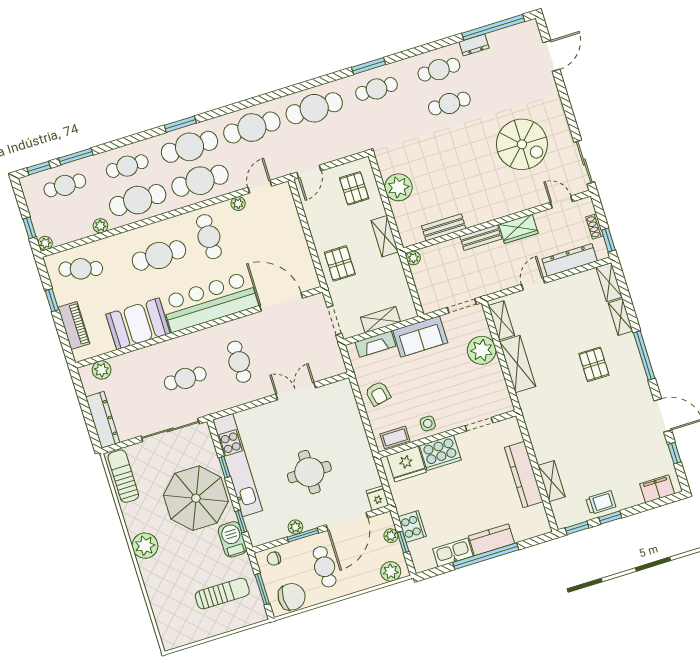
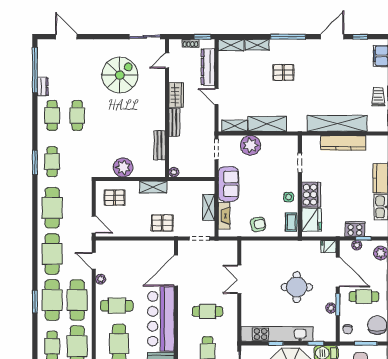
shelving: (552, 481) -> (337, 123), width x2.20, depth x1.33

